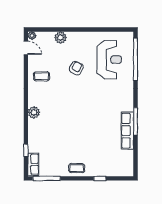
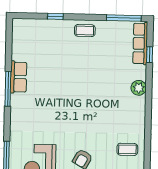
plant: (34, 112) -> (139, 88), moved
row of seats: (127, 131) -> (19, 77), width x0.68
row of seats: (33, 164) -> (140, 43), width x1.48

